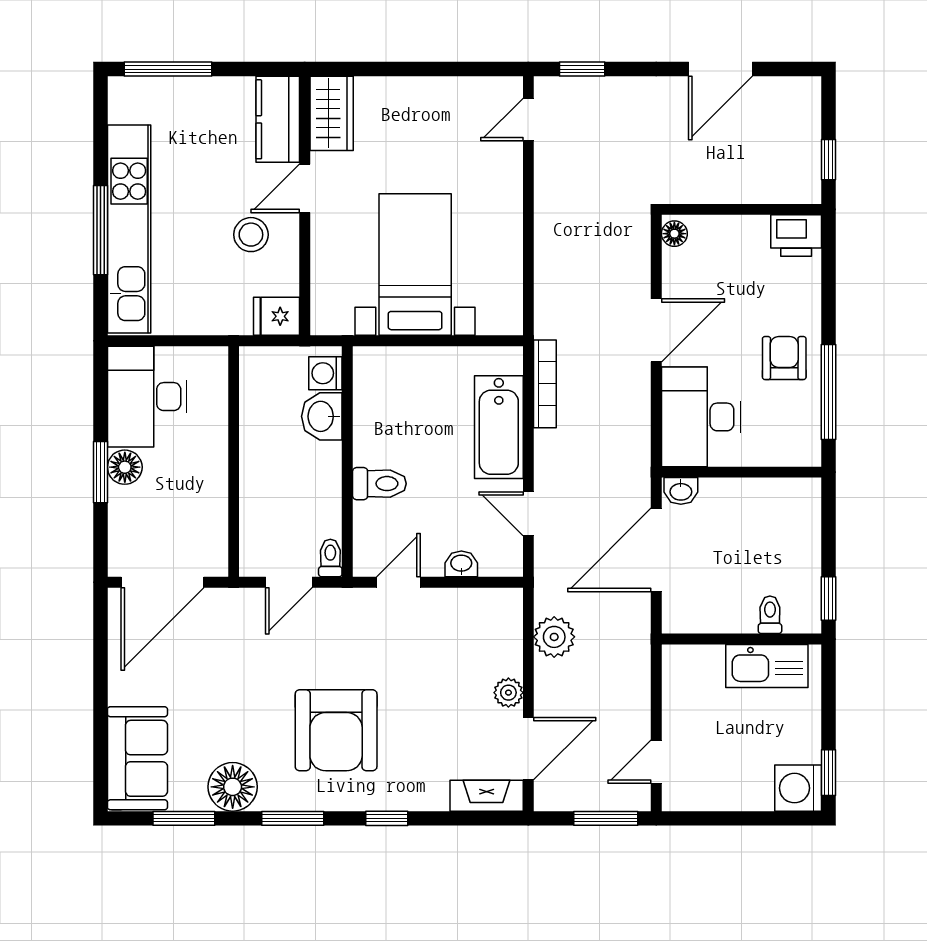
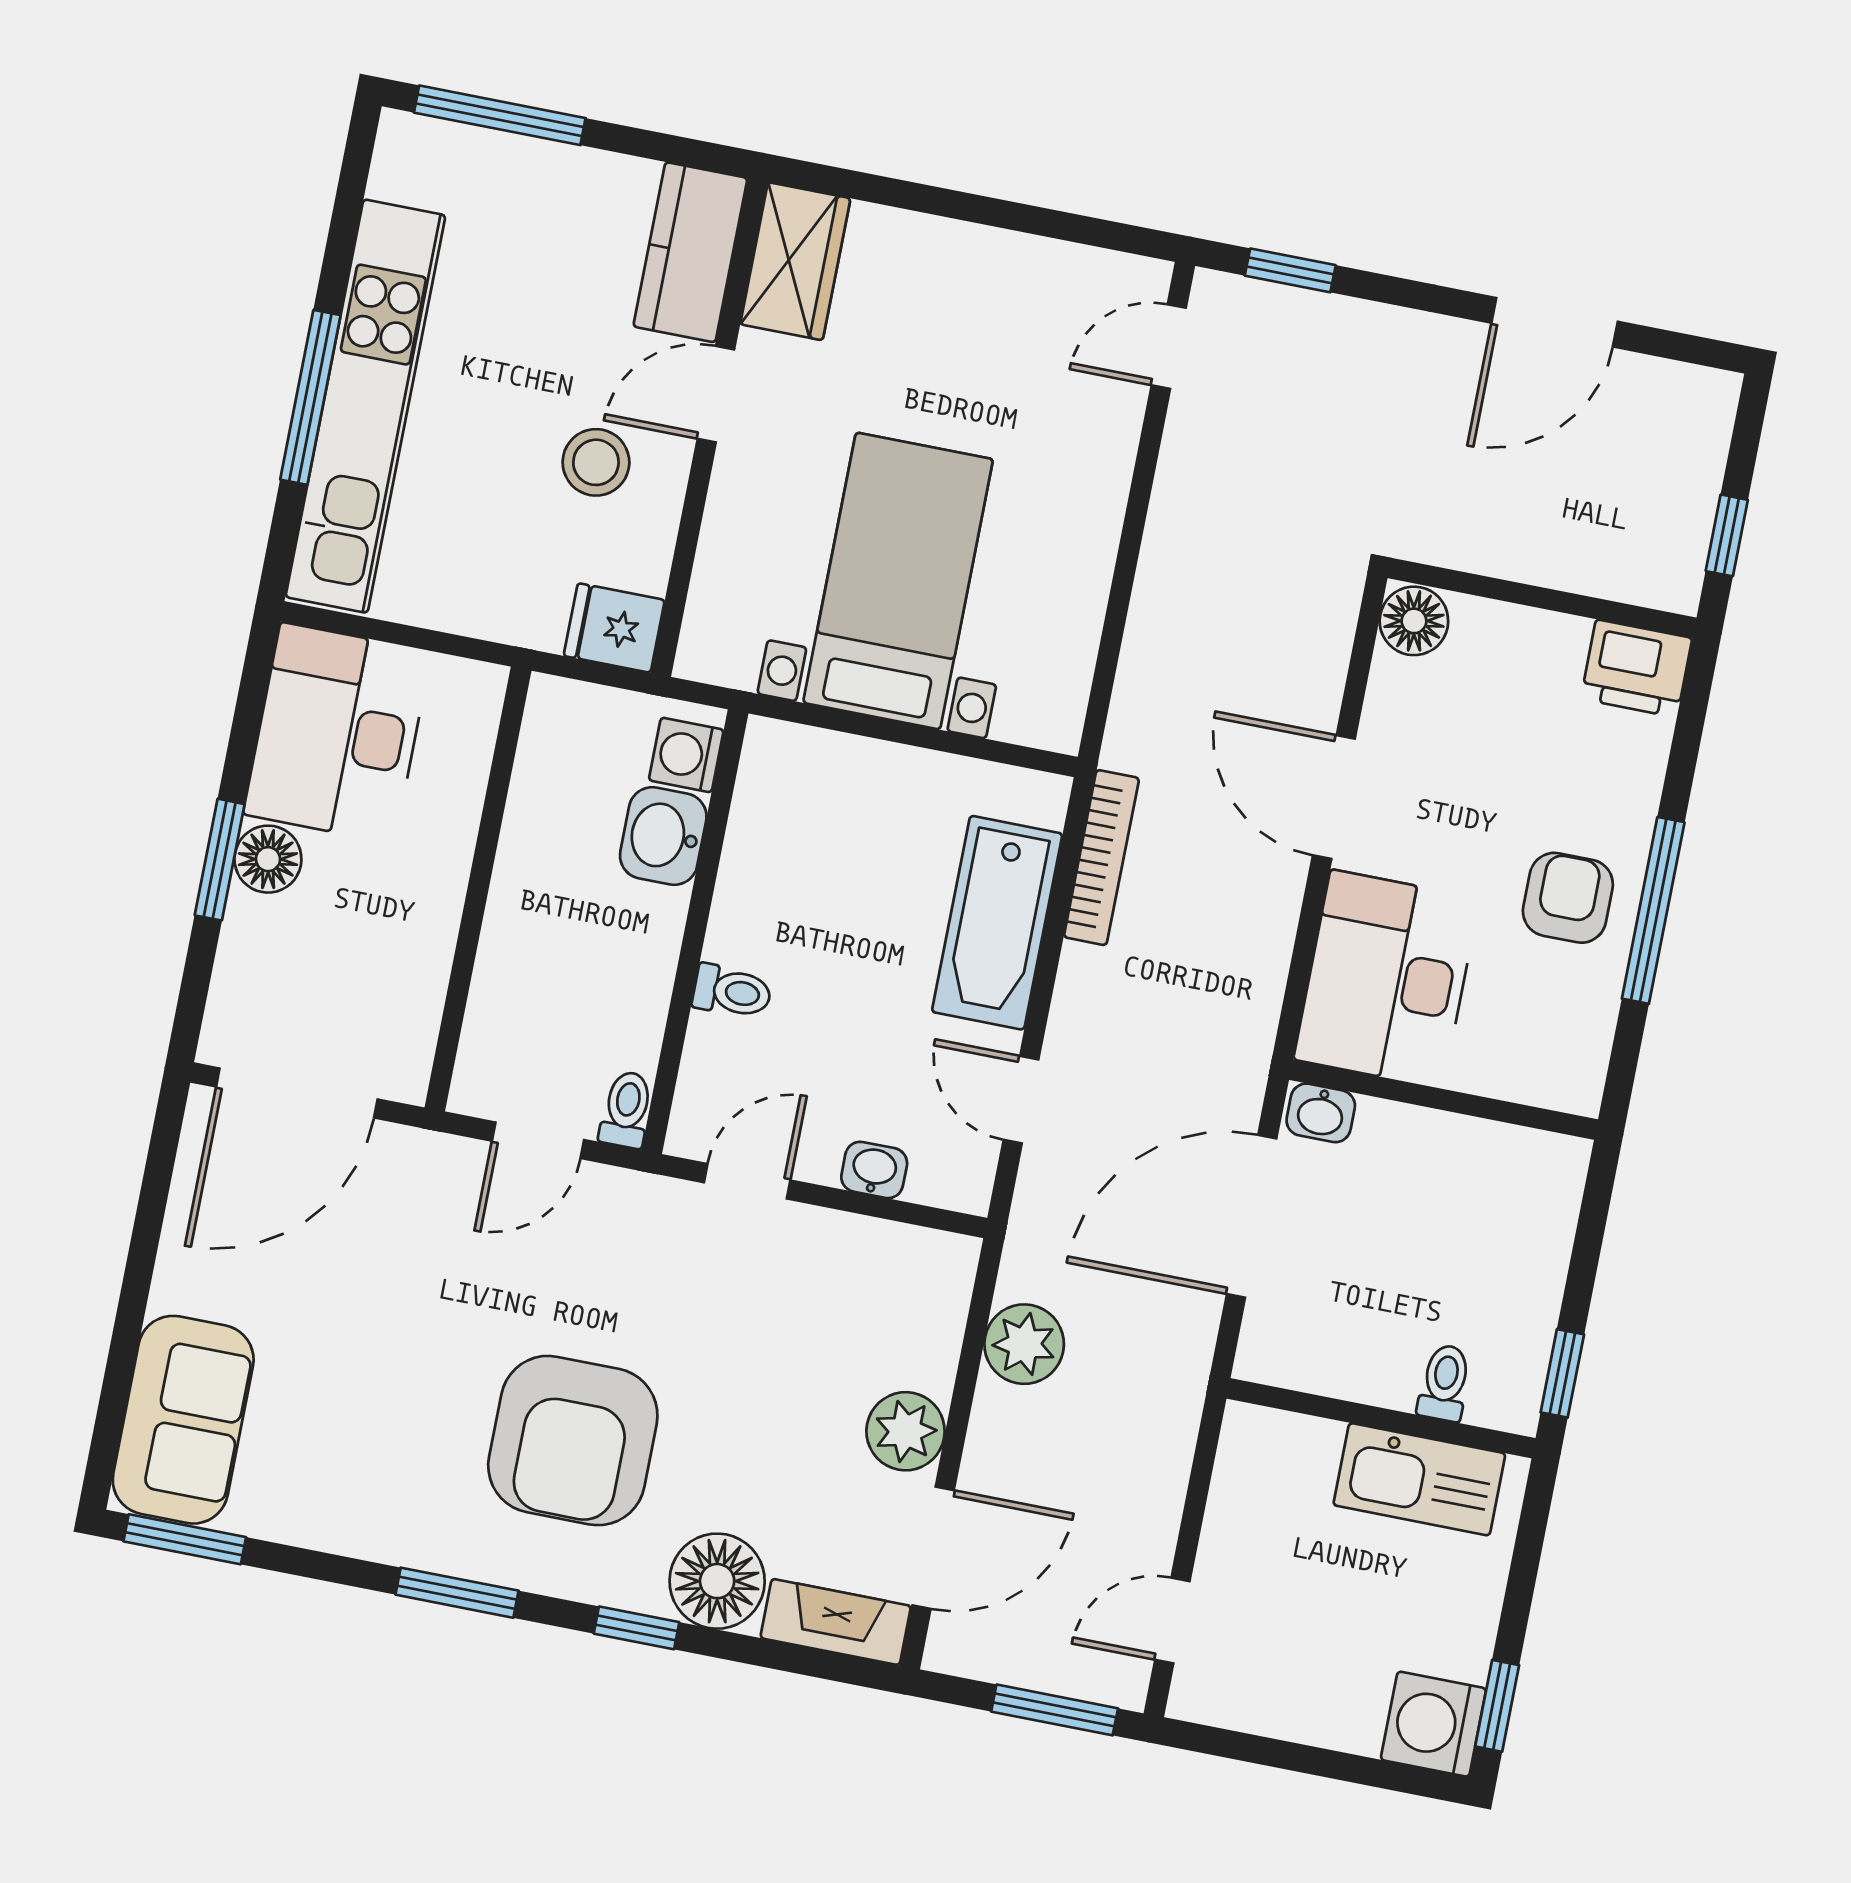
floor lamp: (674, 234) -> (1414, 621), width x1.37, depth x1.37
door: (656, 330) -> (1334, 797), swing flipped
window: (828, 392) -> (1653, 910), moved
toilet: (379, 484) -> (732, 991), width x0.73, depth x0.72
plant: (508, 693) -> (906, 1431), width x1.38, depth x1.38
floor lamp: (233, 787) -> (717, 1581), moved
window: (184, 818) -> (185, 1539), moved

